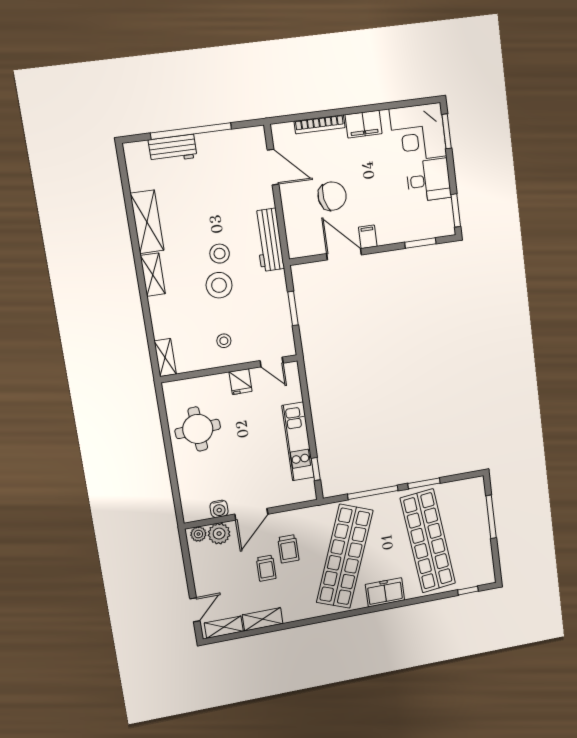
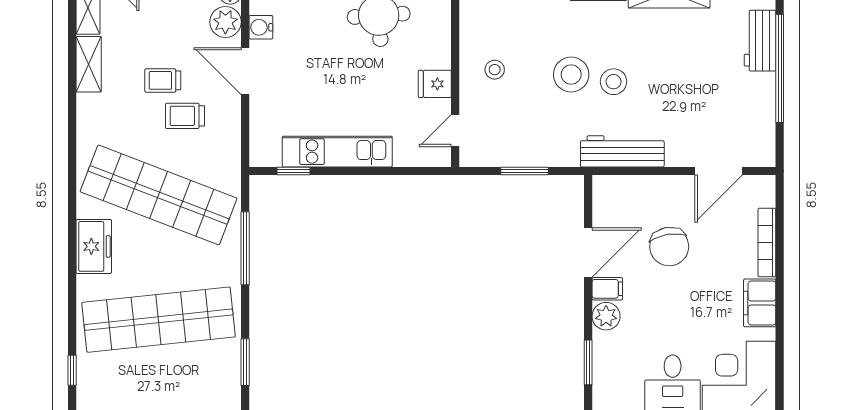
plant: (387, 235) -> (606, 316), added
window: (424, 483) -> (245, 362), moved

